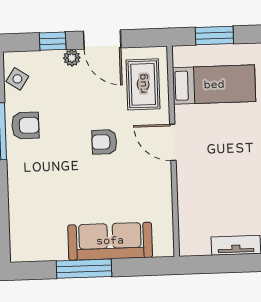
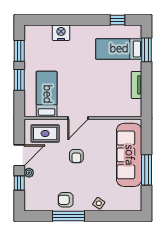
window: (214, 36) -> (19, 80), moved
side table: (17, 79) -> (99, 203), moved
armchair: (25, 125) -> (66, 200), turned -90
sofa: (110, 241) -> (129, 155), width x1.36, depth x1.27

